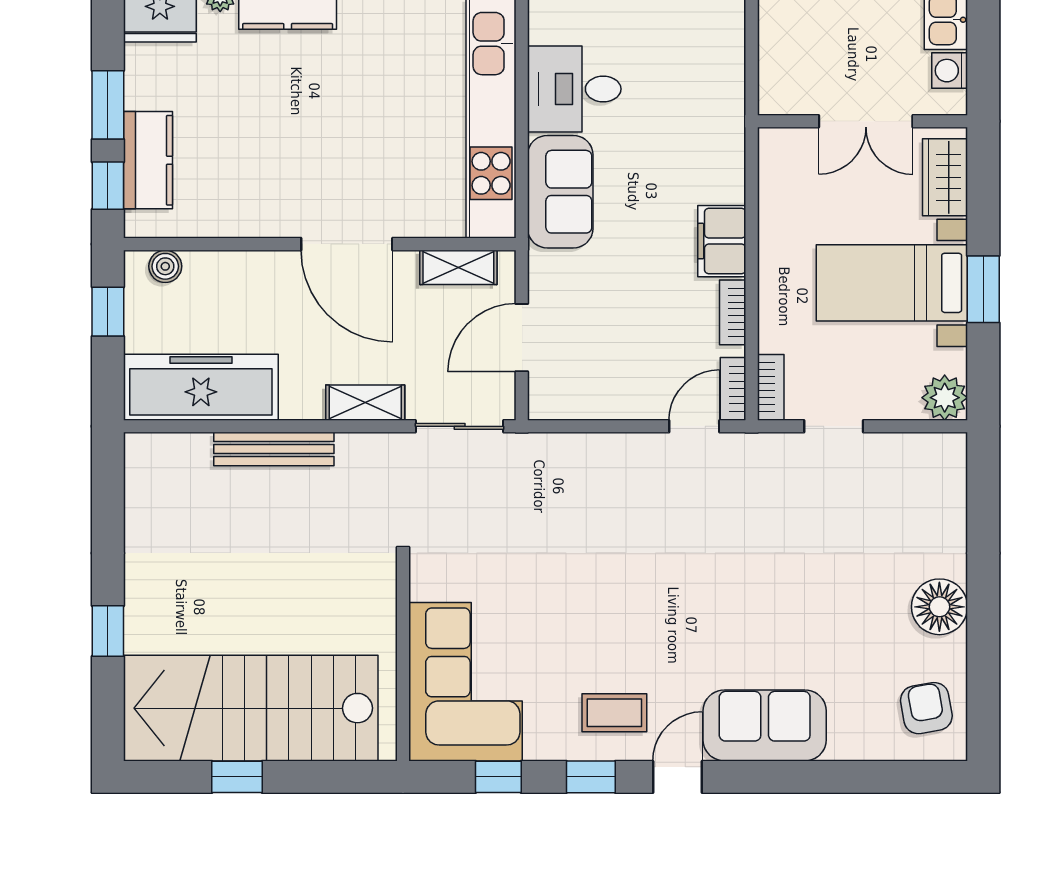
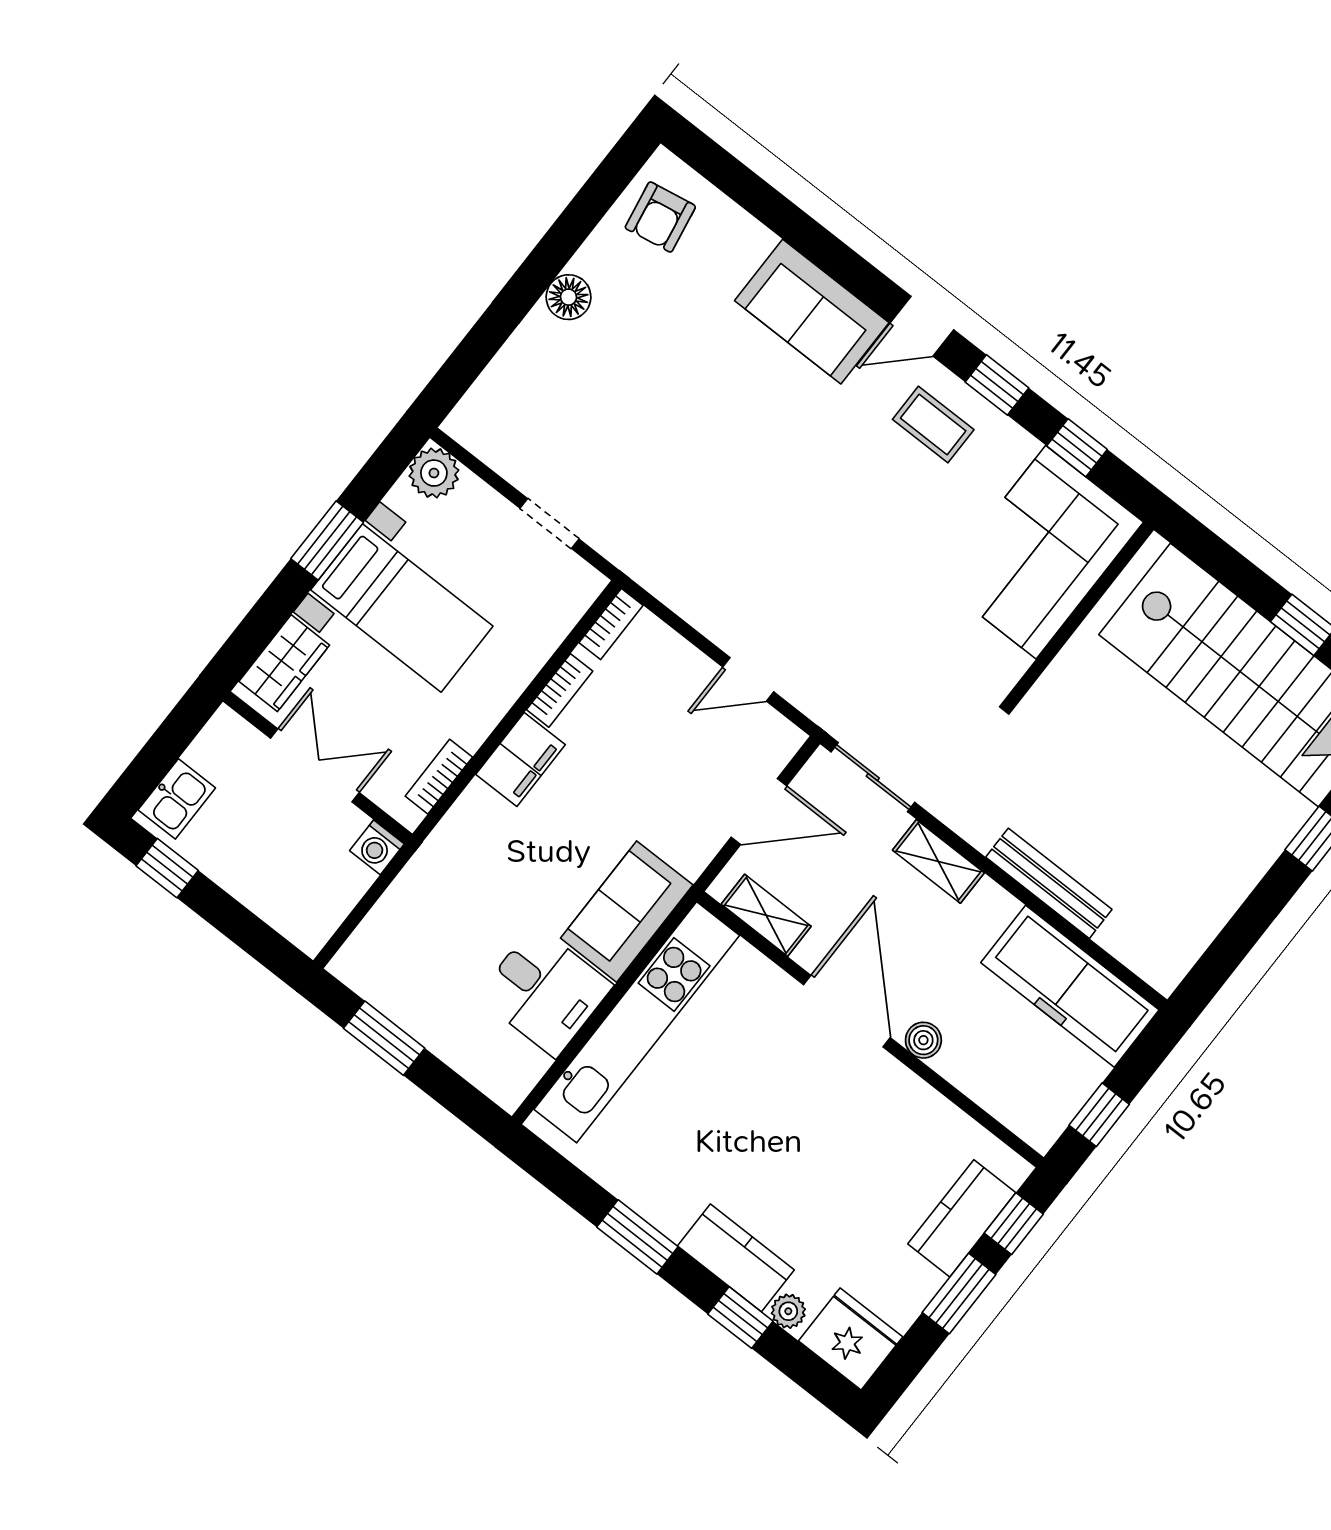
washing machine: (950, 71) -> (377, 847), moved, turned 90
boiler: (165, 266) -> (923, 1040), moved
bookcase: (771, 387) -> (439, 777), moved
door: (694, 426) -> (748, 679), moved
floor lamp: (939, 607) -> (569, 297), width x0.73, depth x0.73

